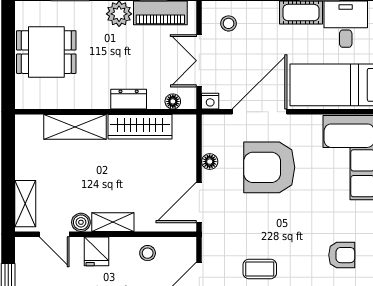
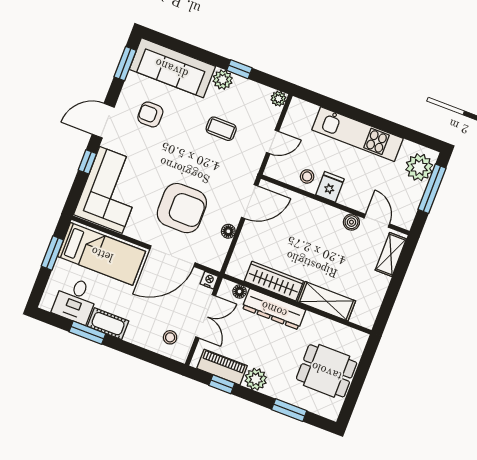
dresser: (129, 99) -> (274, 309), width x1.96, depth x1.24
shelving: (113, 222) -> (326, 212), removed
fridge: (96, 251) -> (330, 187), moved

